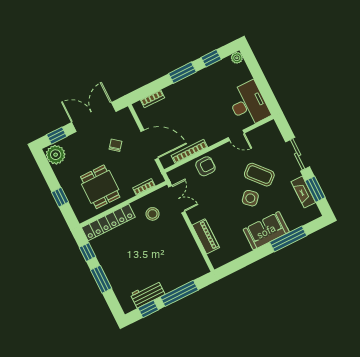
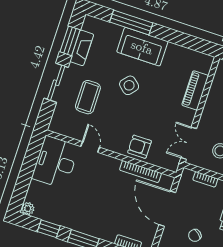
coffee table: (259, 175) -> (88, 97), moved, turned 41

